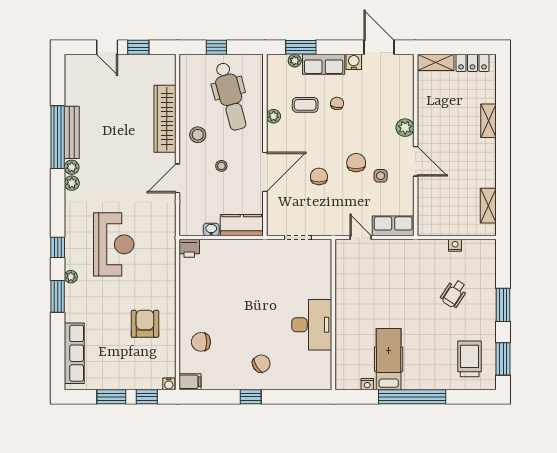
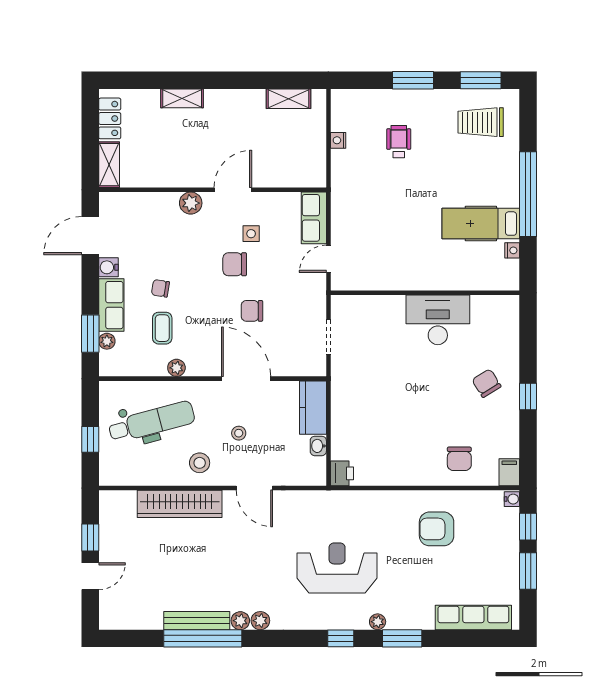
wheelchair: (454, 294) -> (399, 142), turned -123

